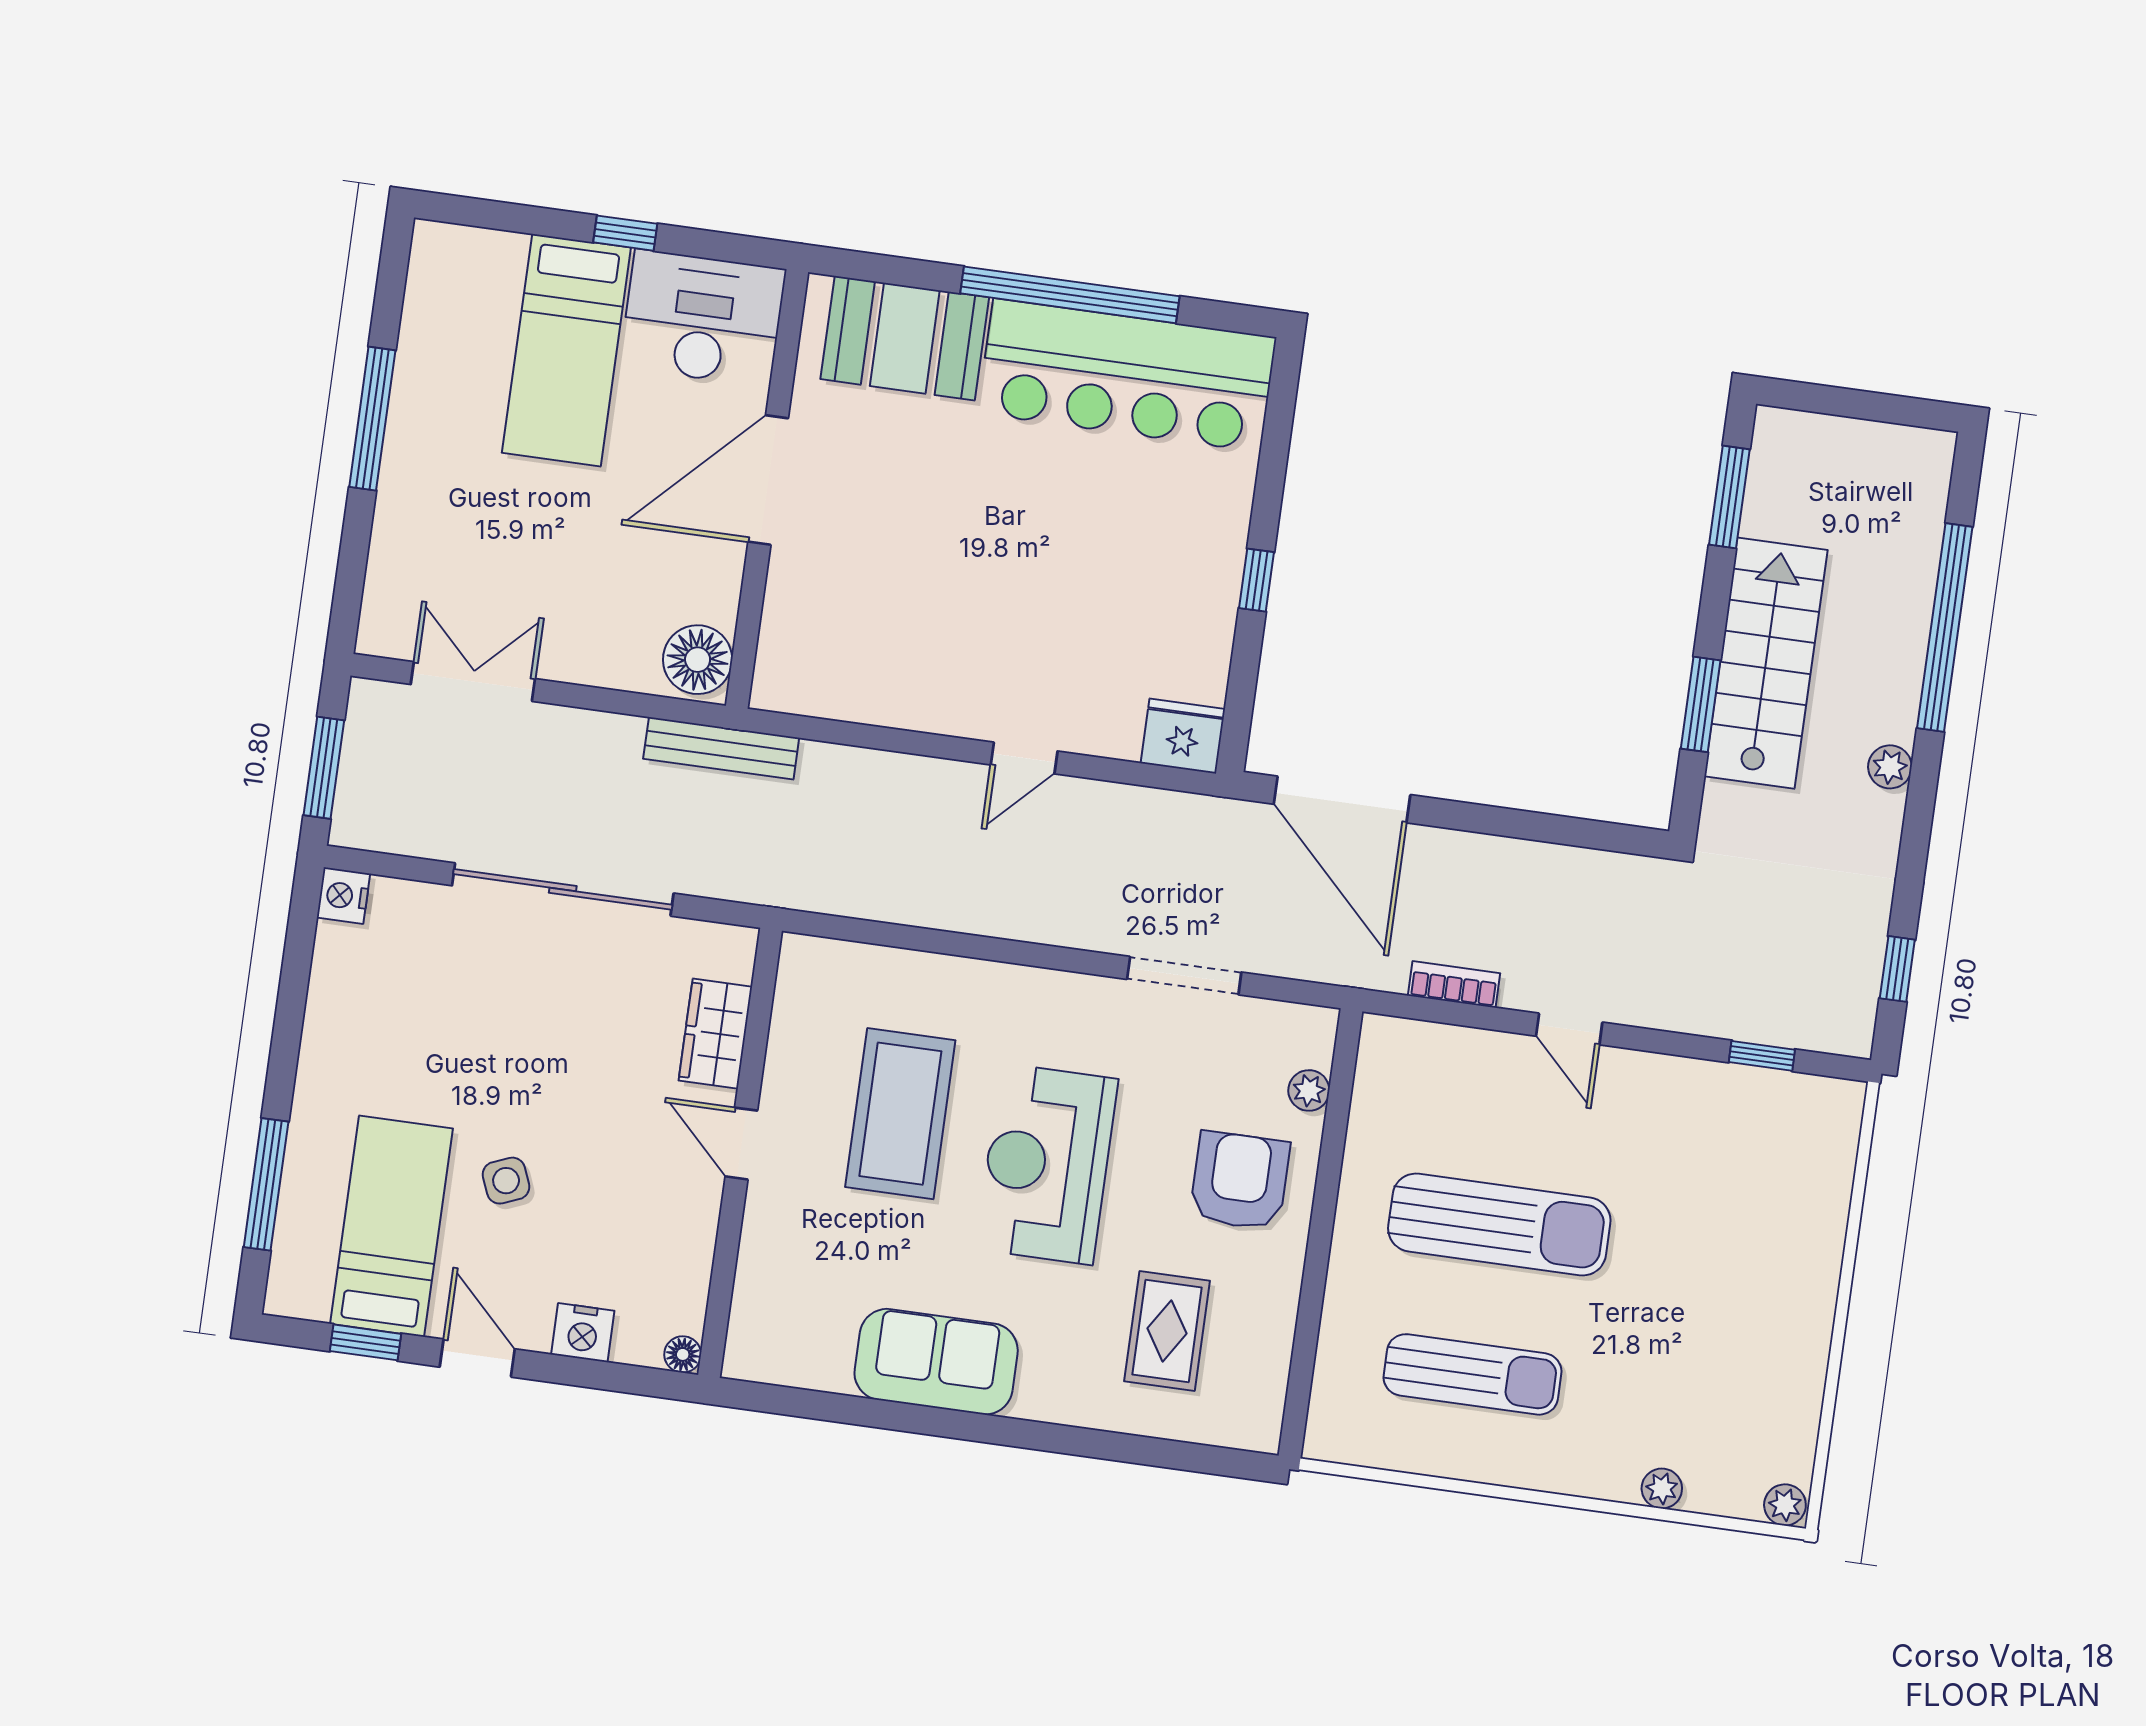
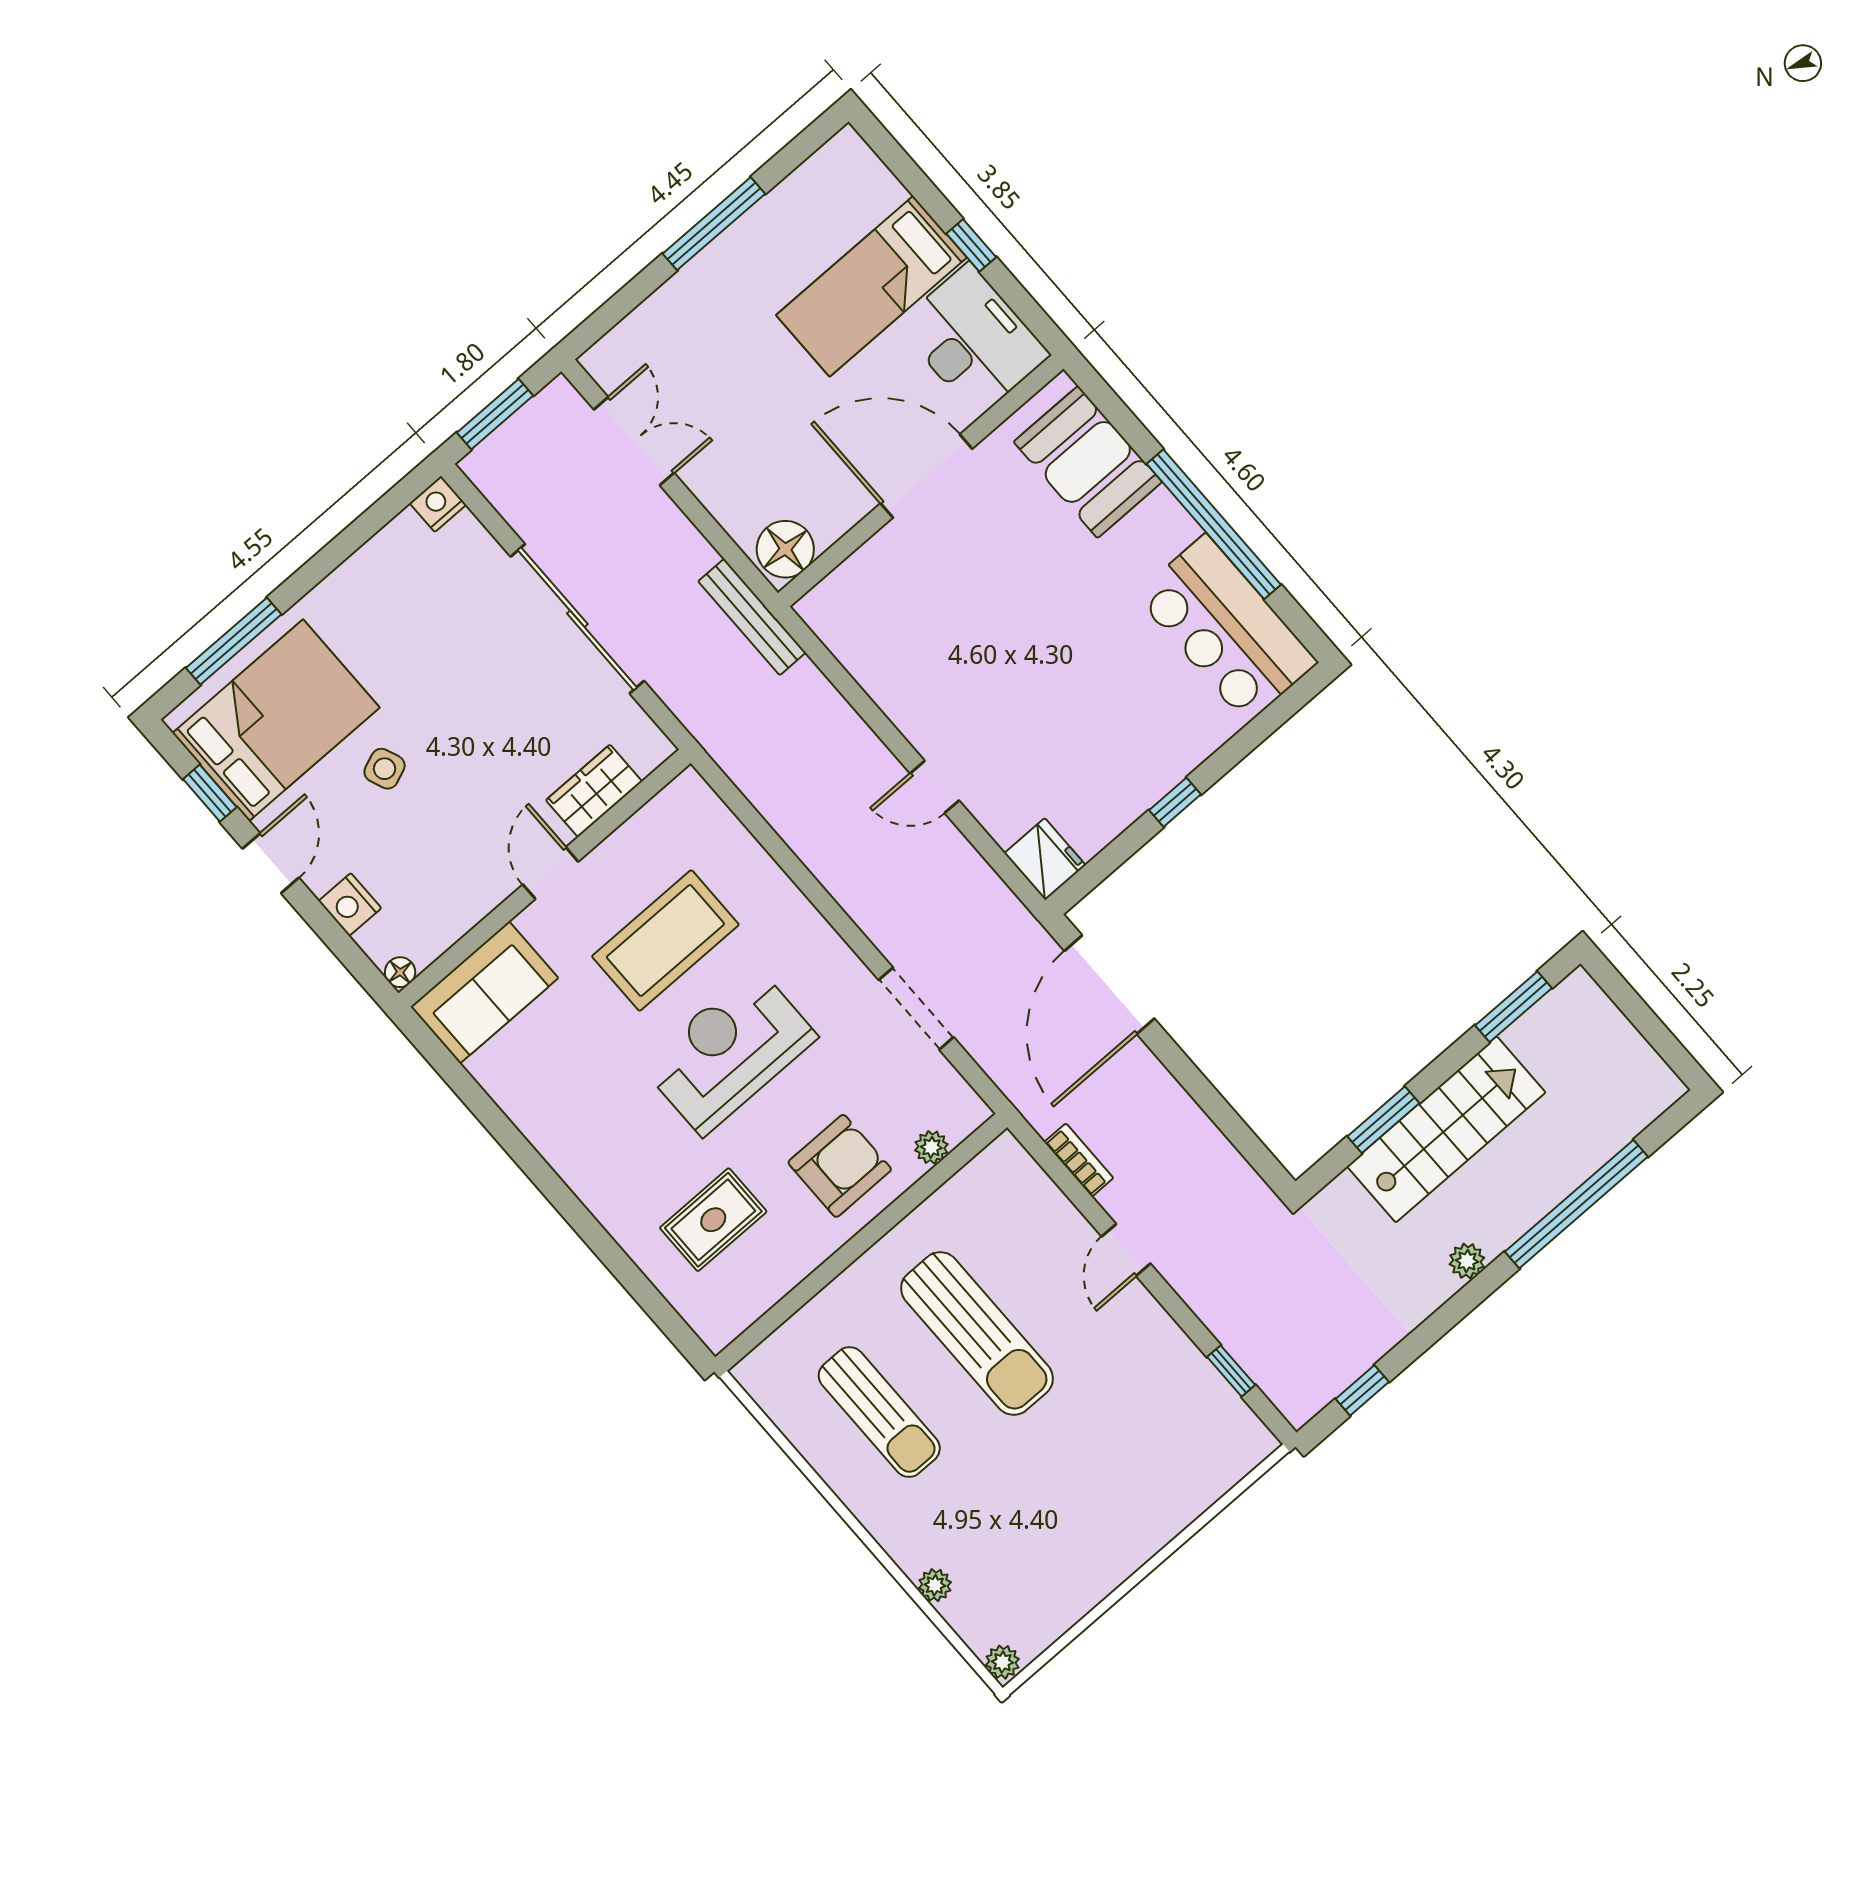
bar counter: (1127, 375) -> (1226, 629), width x0.73
bed: (391, 1226) -> (276, 720), width x1.50
sofa: (936, 1362) -> (484, 992), moved, turned 90

